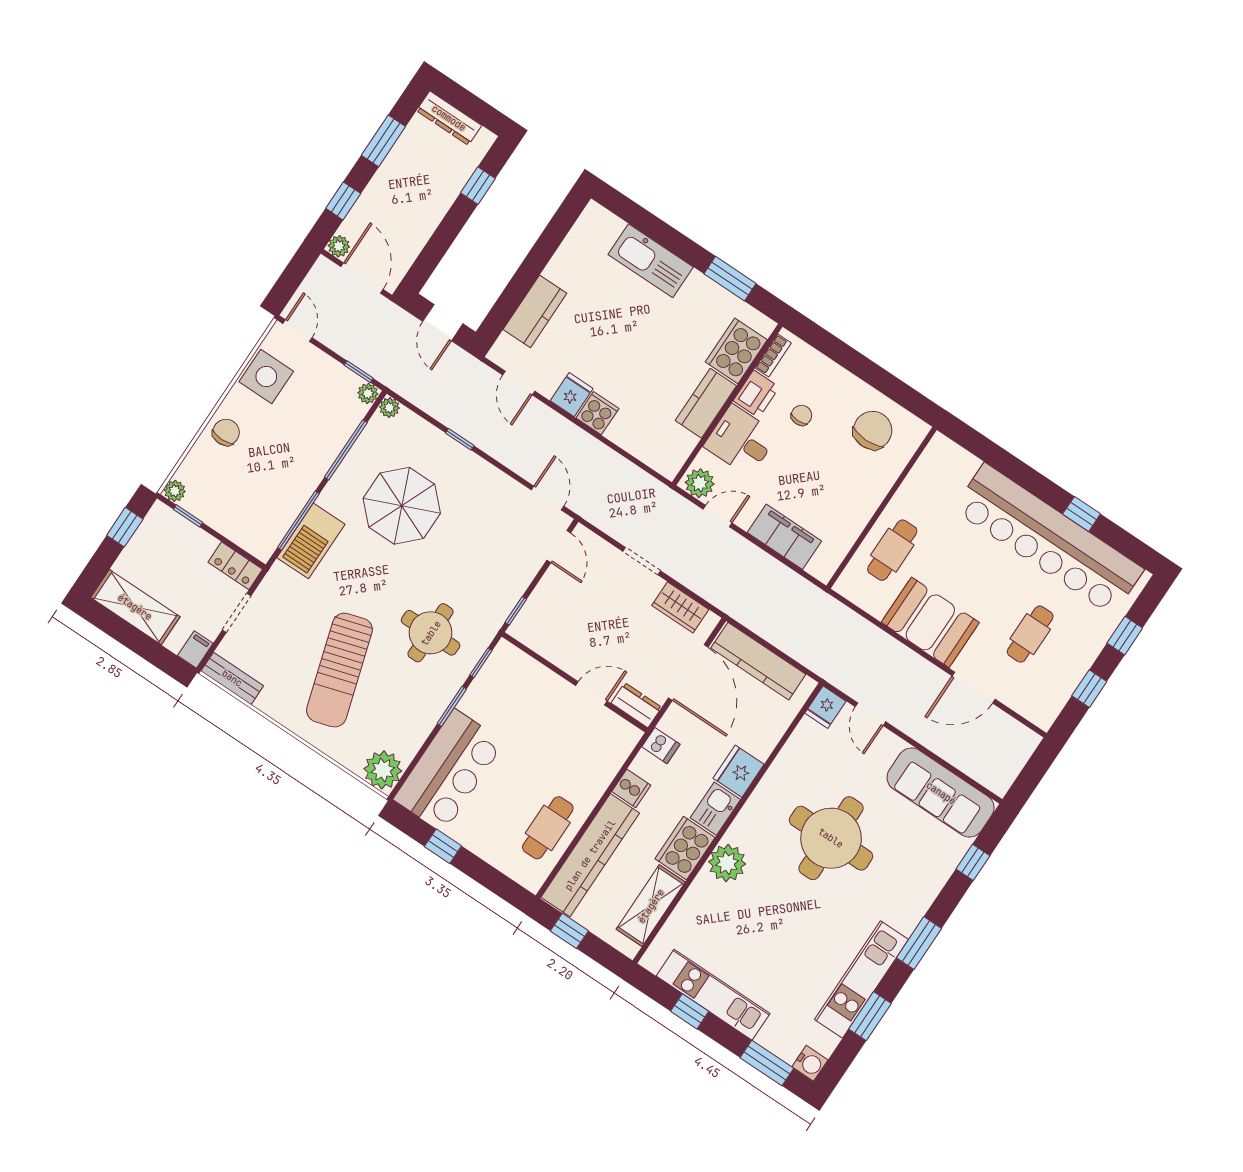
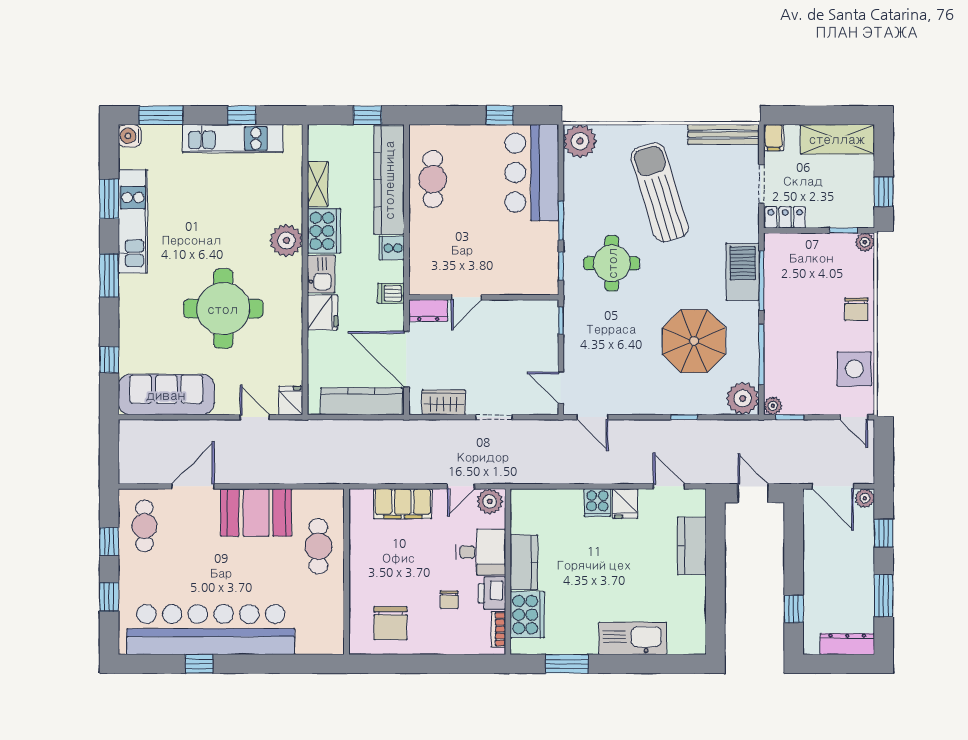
plant: (389, 408) -> (743, 398), width x1.88, depth x1.88
cafe table: (1030, 634) -> (144, 526), moved
bench: (232, 678) -> (723, 134), width x1.36
shelving: (651, 906) -> (317, 184), width x0.67, depth x0.75

